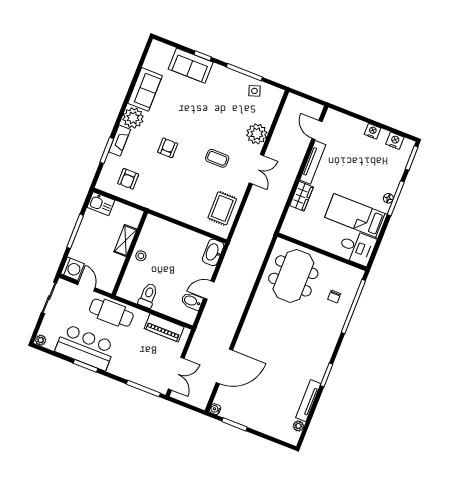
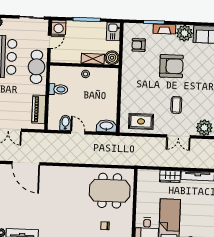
armchair: (168, 148) -> (171, 66), width x1.88, depth x1.88
boiler: (132, 217) -> (112, 58), added

